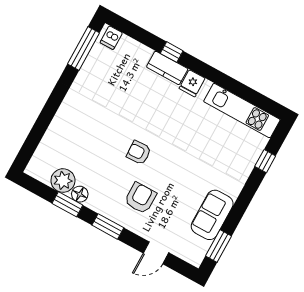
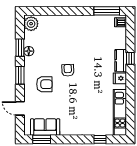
plant: (63, 181) -> (31, 24), moved
sofa: (212, 215) -> (45, 127), moved

